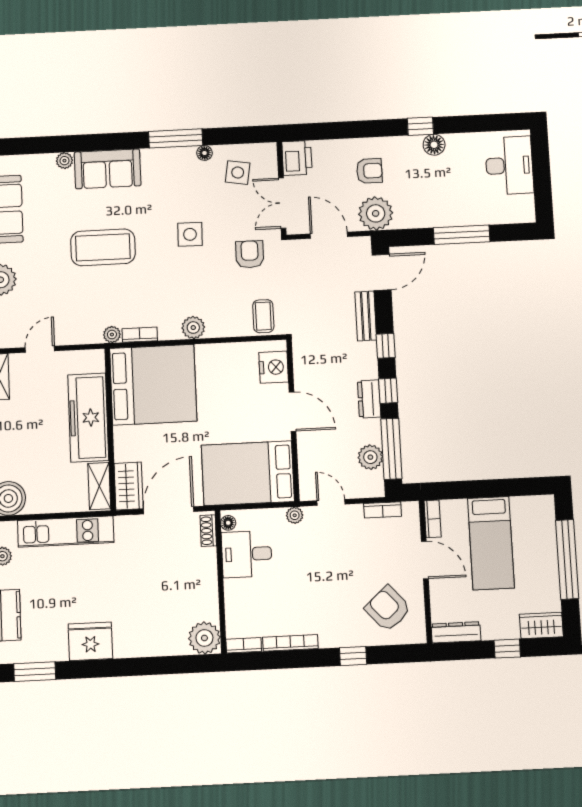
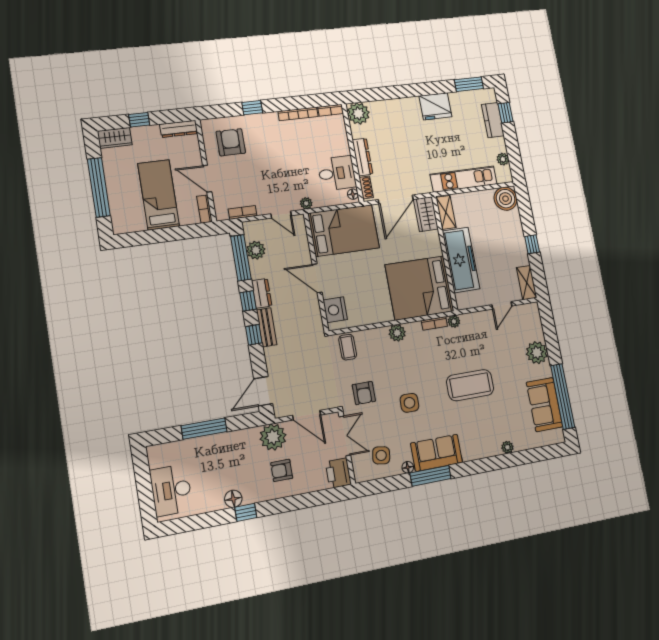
sofa: (108, 169) -> (437, 453), moved
bench: (366, 316) -> (267, 327), moved
dresser: (207, 575) -> (362, 157), added
armchair: (388, 609) -> (231, 142), turned -138

